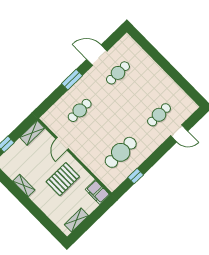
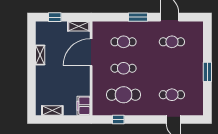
window: (169, 69) -> (207, 72), added
cafe table: (100, 131) -> (124, 68), added
door: (62, 144) -> (91, 52), width x1.87
pallet: (63, 179) -> (69, 75), removed

